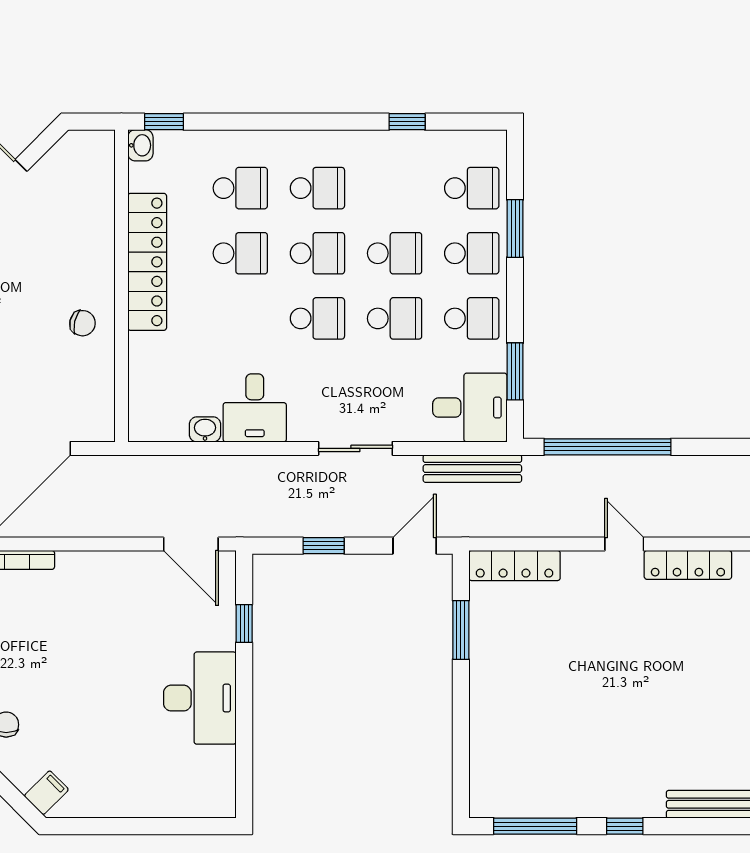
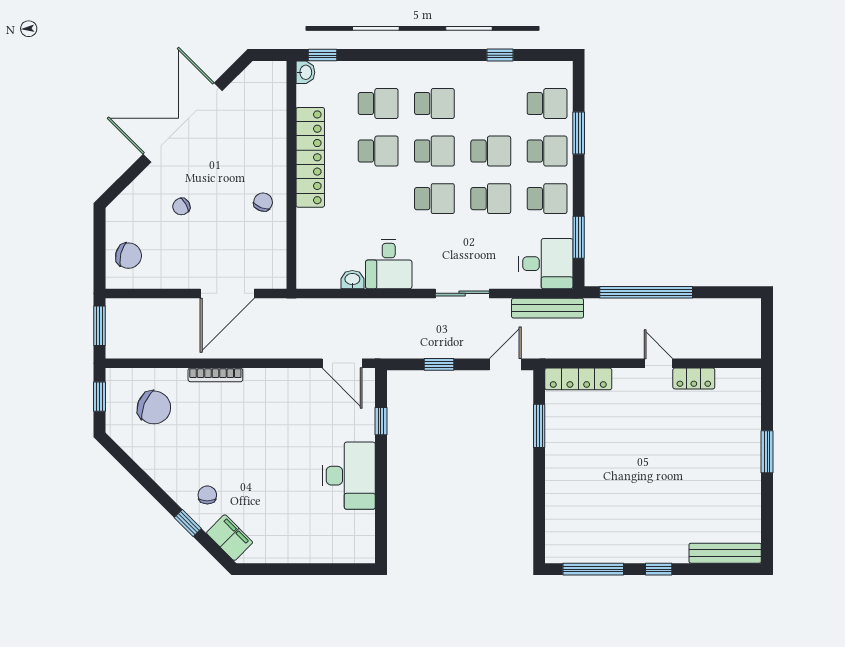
chair: (83, 323) -> (263, 202), turned -82
locker: (688, 565) -> (694, 378), width x0.66
filing cabinet: (46, 793) -> (230, 538), width x2.00

